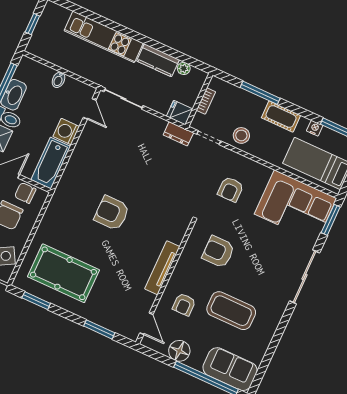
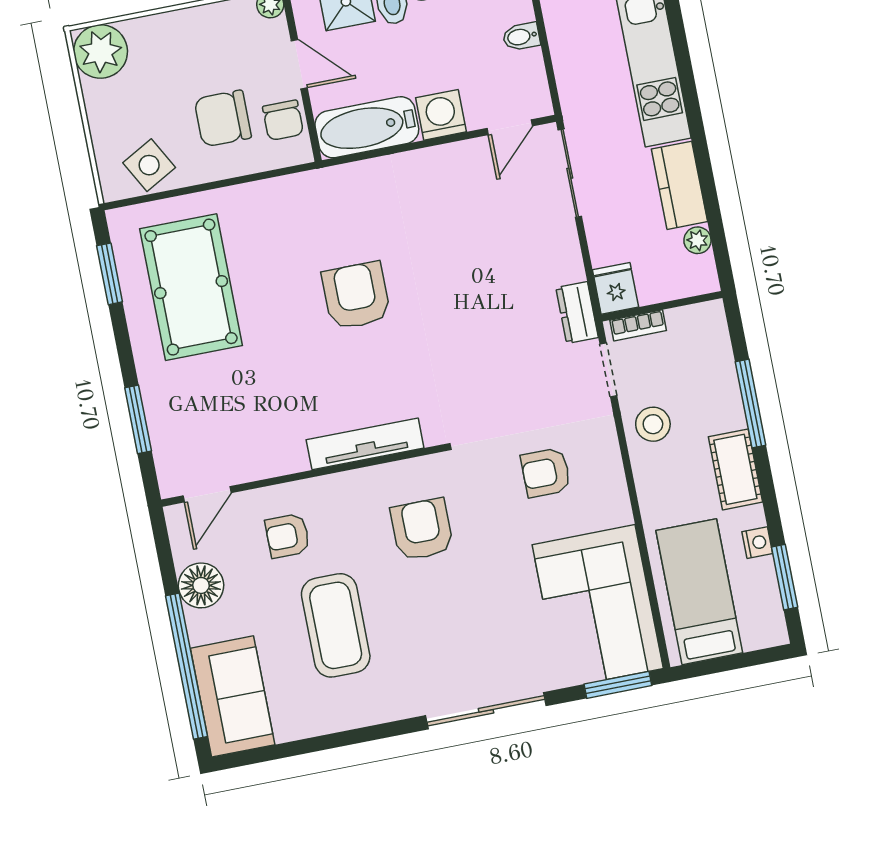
bookcase: (206, 101) -> (638, 325), moved
chair: (25, 193) -> (283, 120), turned 180
tv unit: (162, 268) -> (365, 444), moved

